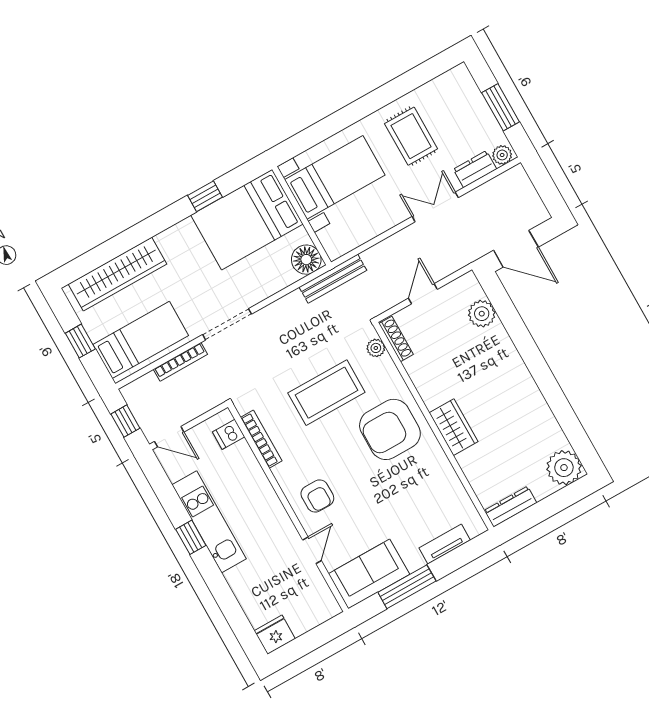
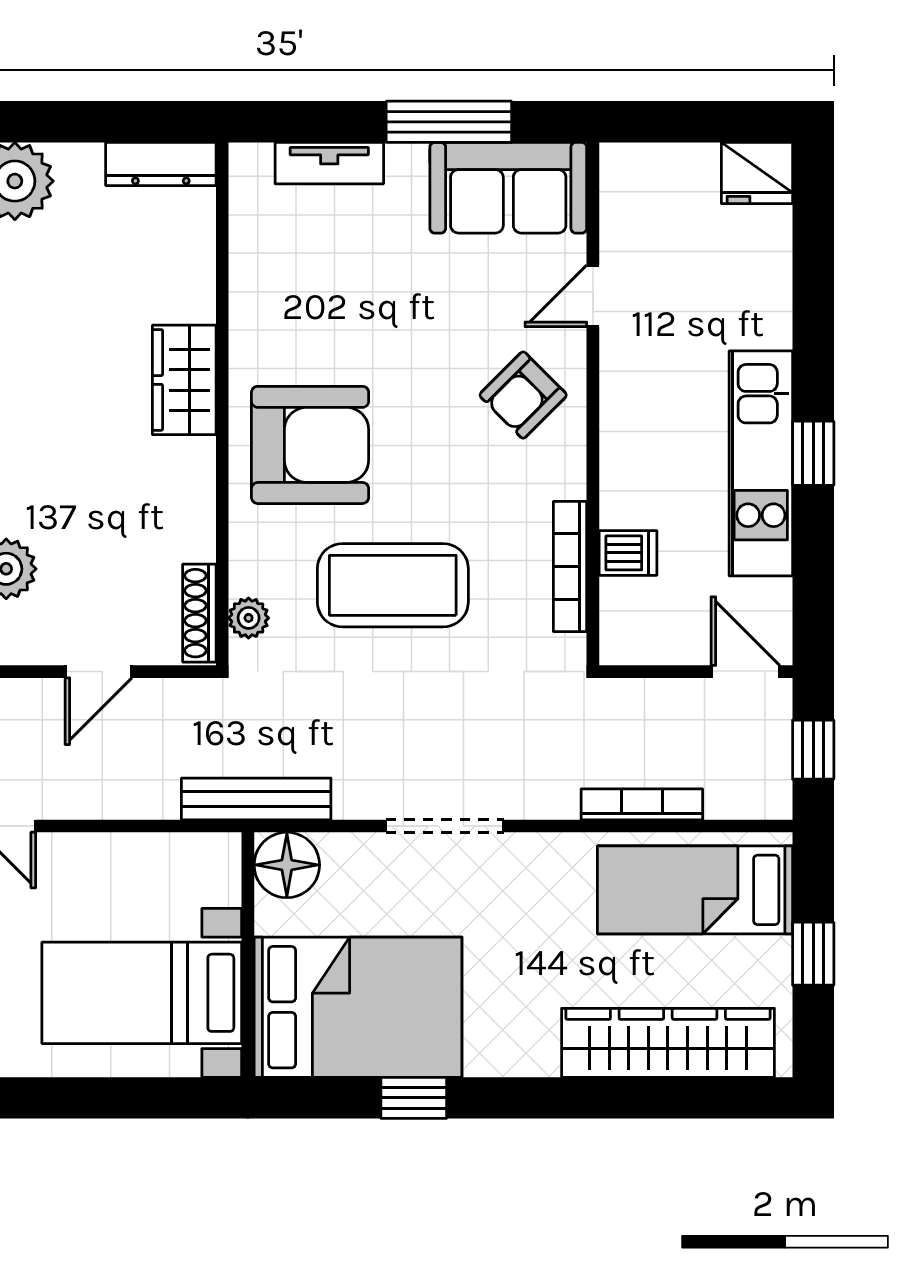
doorway: (227, 324) -> (445, 826), moved
dishwasher: (229, 434) -> (628, 553), moved
armchair: (317, 496) -> (523, 395), turned -135

